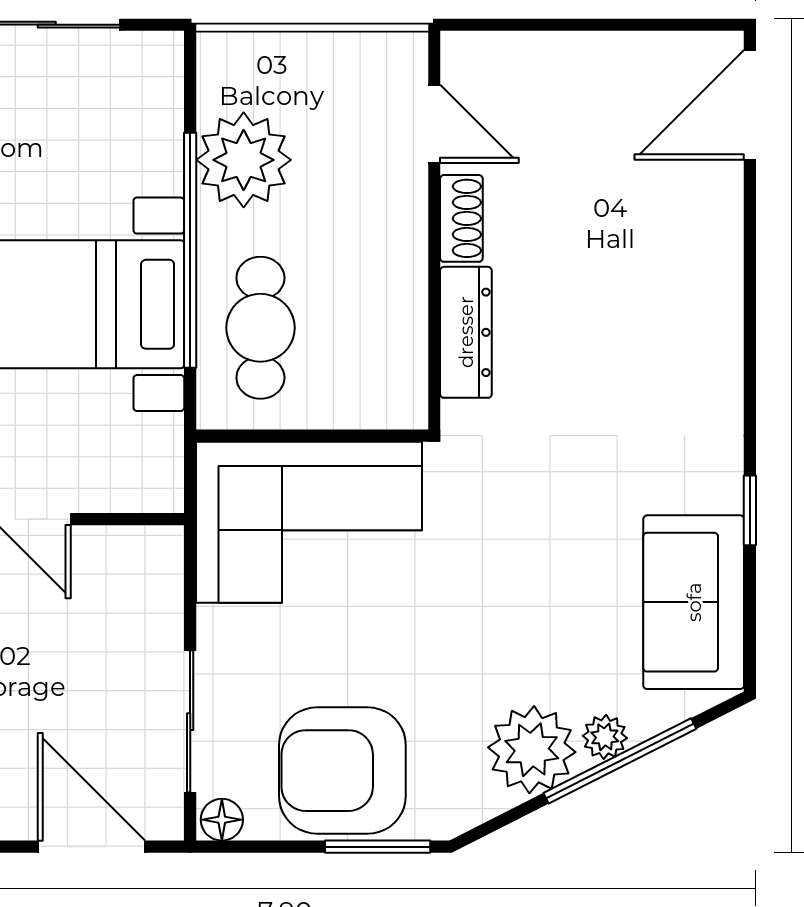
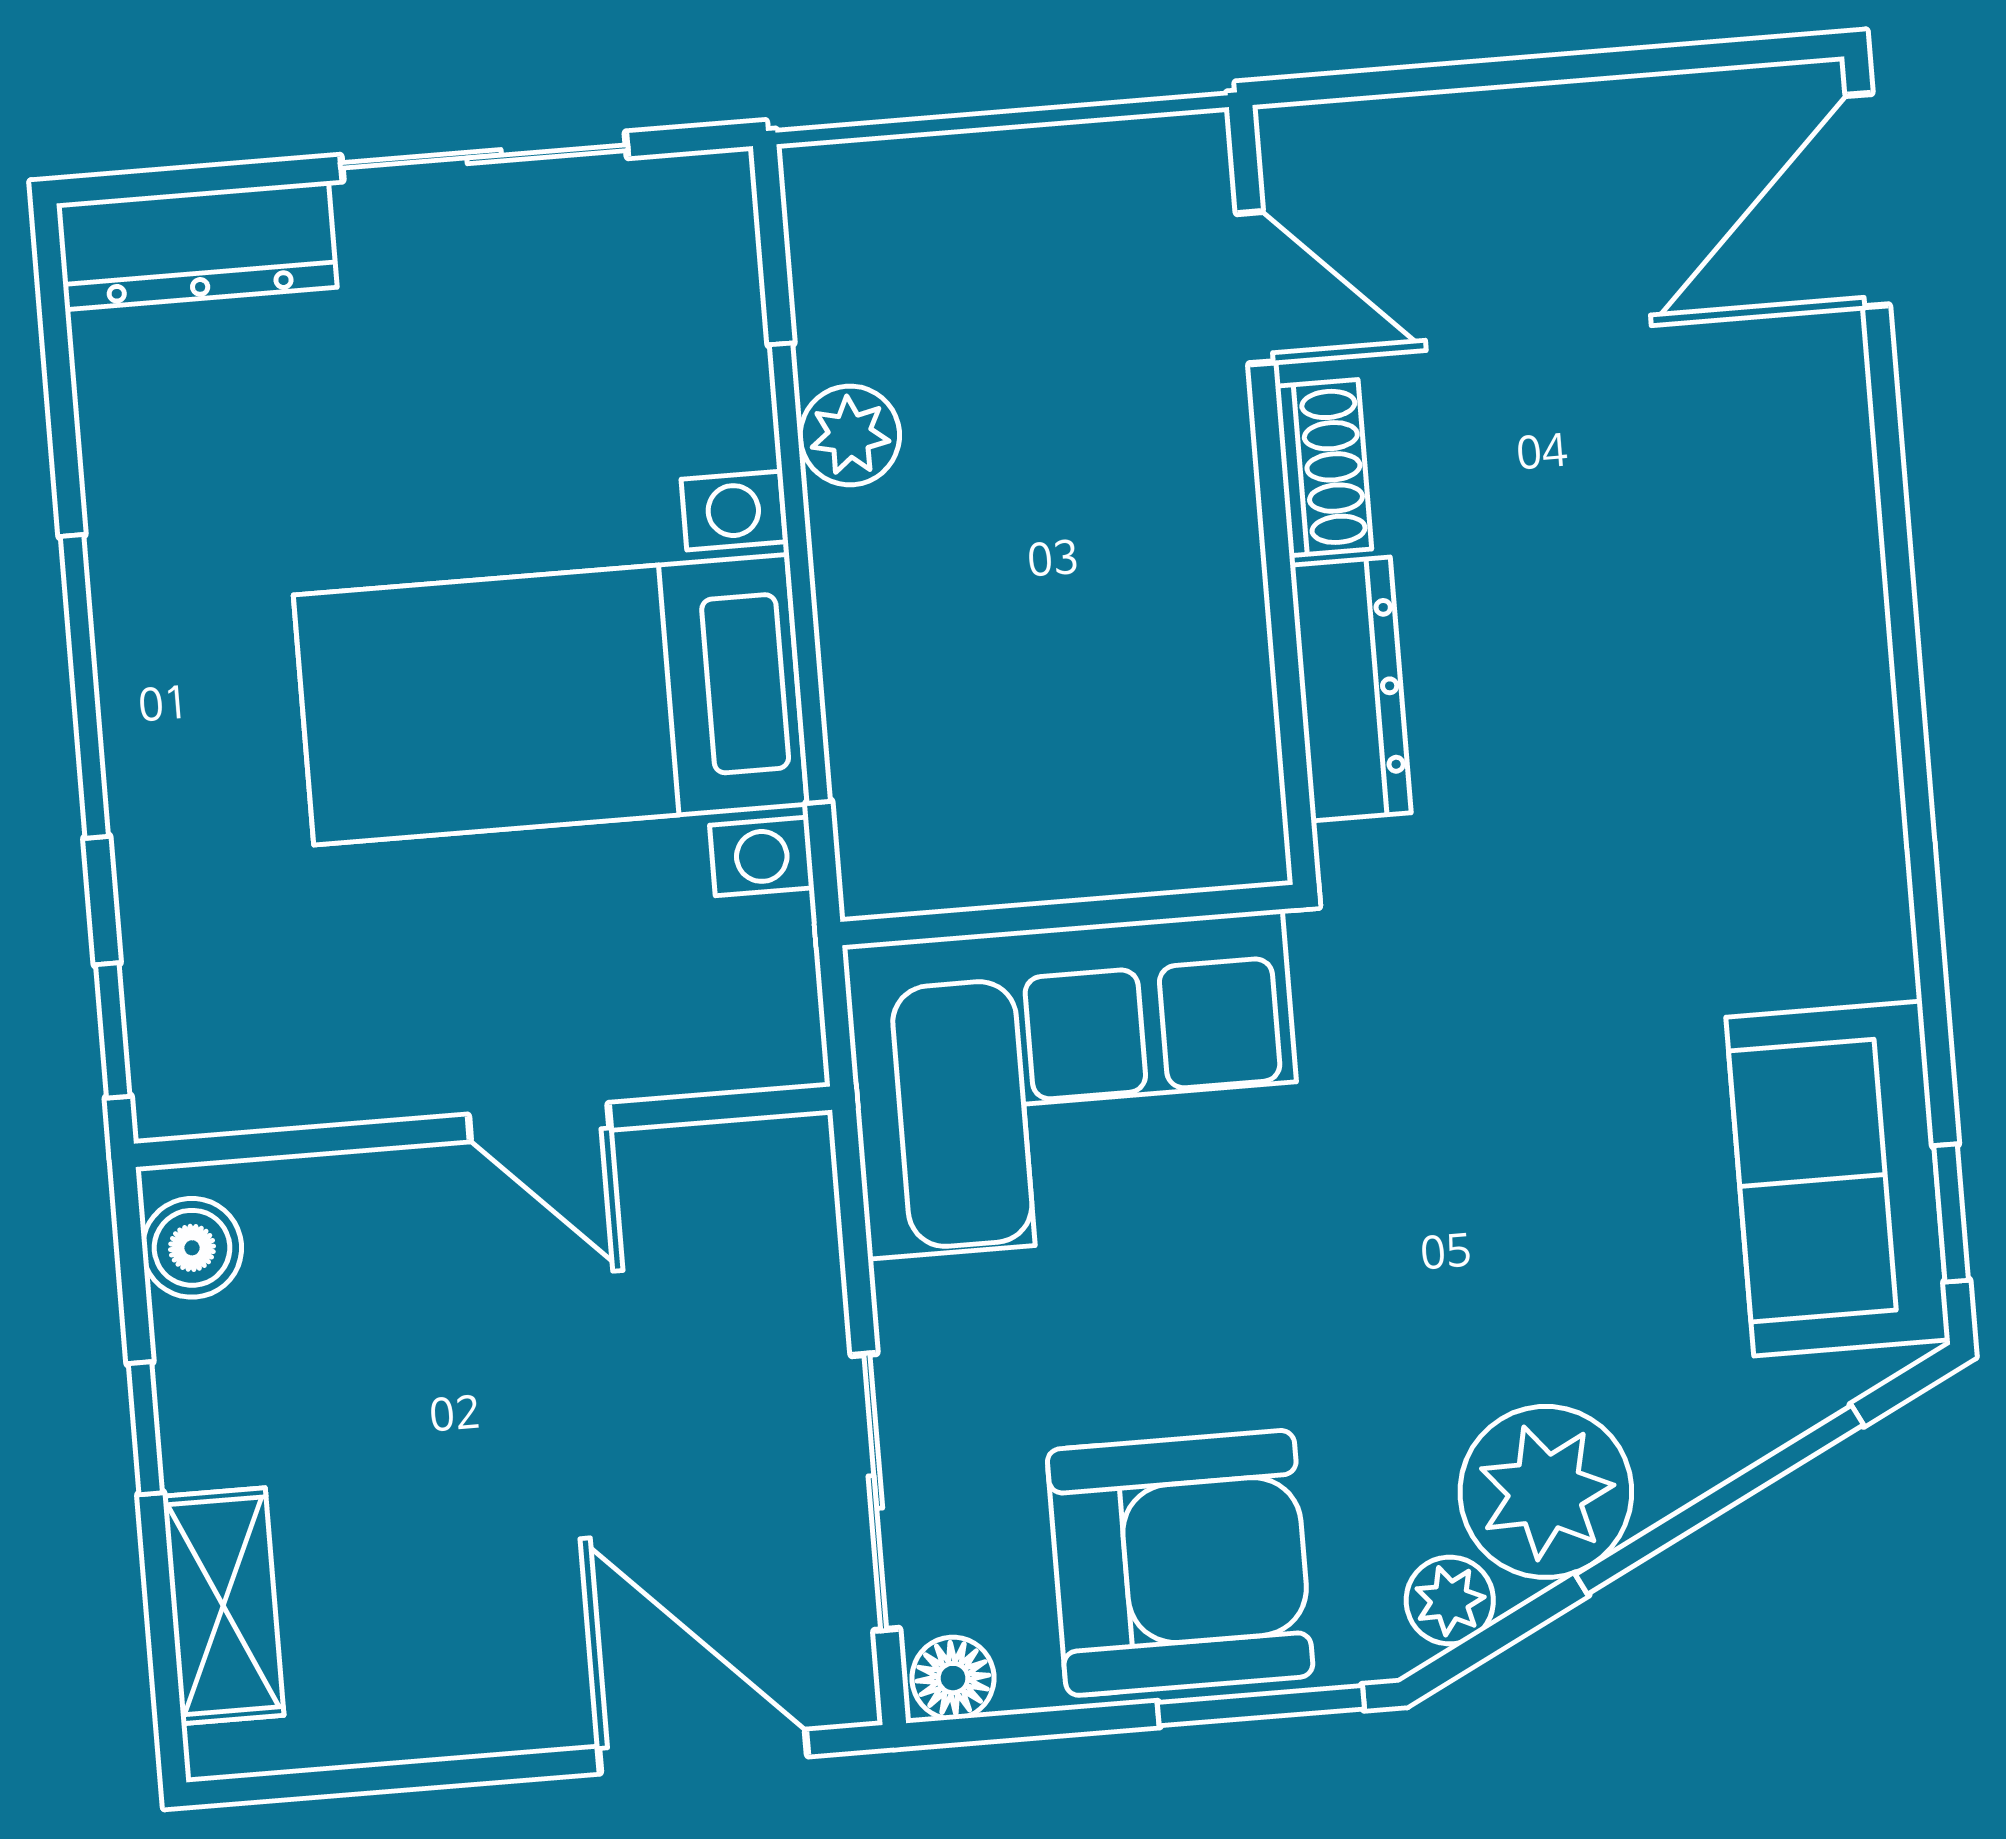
plant: (244, 160) -> (850, 435), width x0.53, depth x0.53
cafe table: (260, 328) -> (949, 713), removed
window: (750, 510) -> (1951, 1213), moved
plant: (605, 737) -> (1450, 1600), moved
armchair: (342, 771) -> (1180, 1563), turned 180

